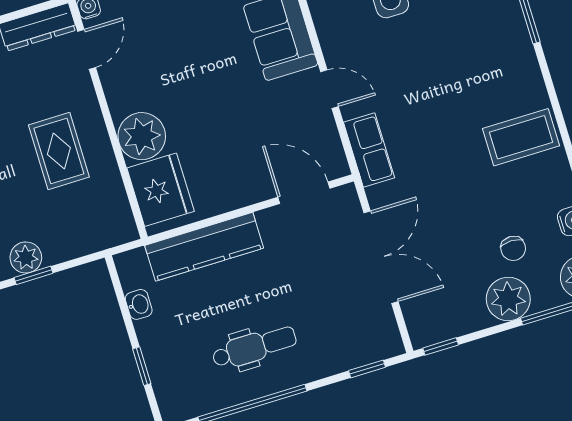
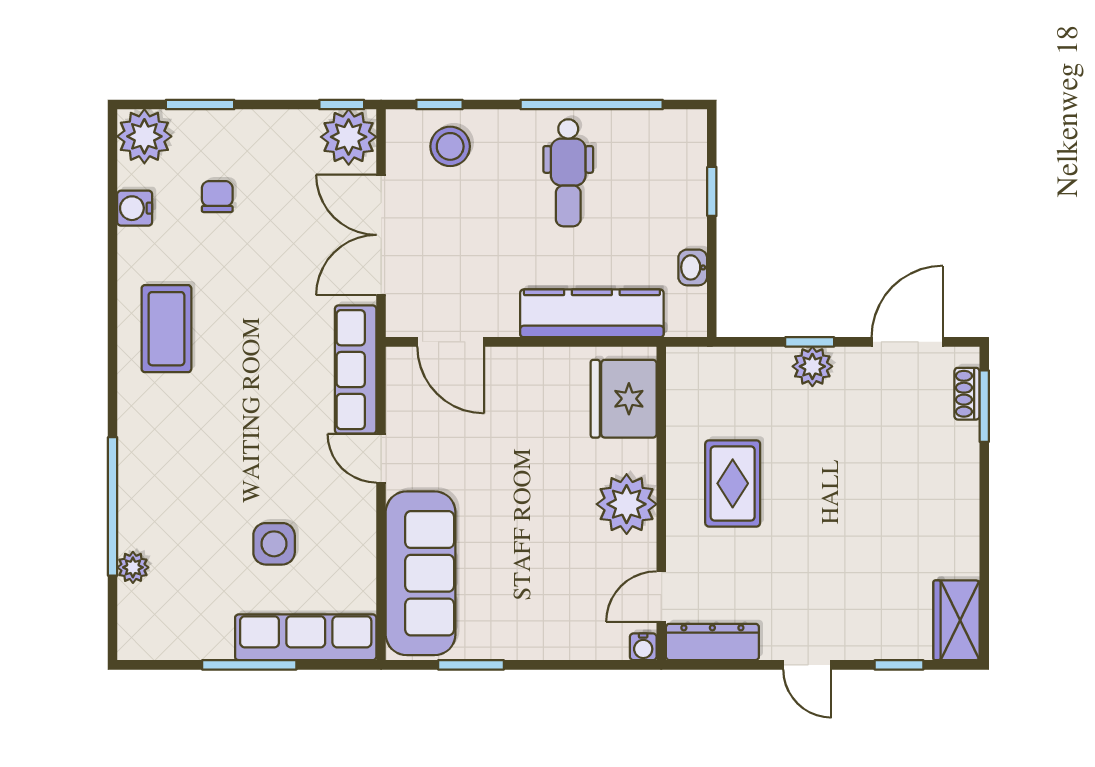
plant: (142, 136) -> (627, 504), moved
coffee table: (521, 137) -> (166, 329), turned 90
row of seats: (369, 150) -> (356, 370), width x1.48
plant: (508, 299) -> (349, 137), moved
stool: (349, 340) -> (450, 146), added
dental chair: (254, 347) -> (568, 173), turned -90

